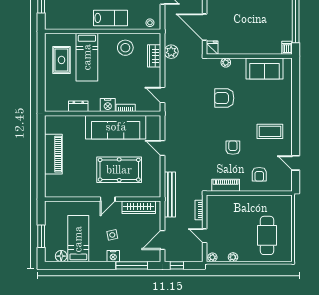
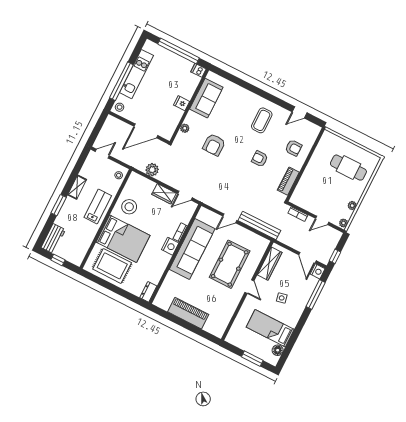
fridge: (212, 48) -> (182, 103), moved
wardrobe: (154, 56) -> (164, 194), moved
bed: (87, 57) -> (123, 239), width x1.50
rug: (61, 60) -> (112, 266), width x1.36, depth x1.43
dresser: (78, 106) -> (148, 292), moved
bench: (170, 194) -> (259, 225), moved
nightstand: (113, 256) -> (318, 271), moved

